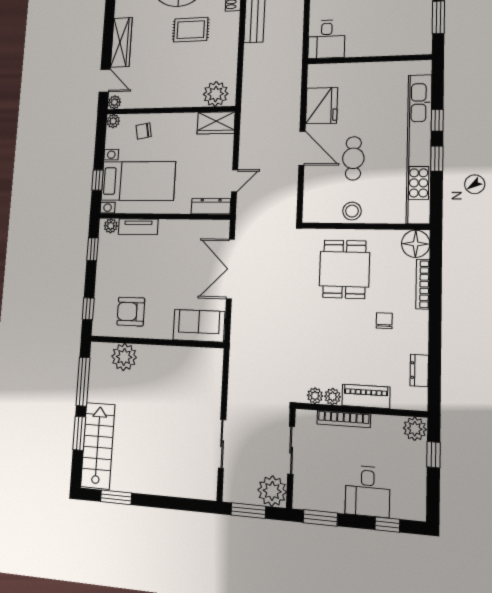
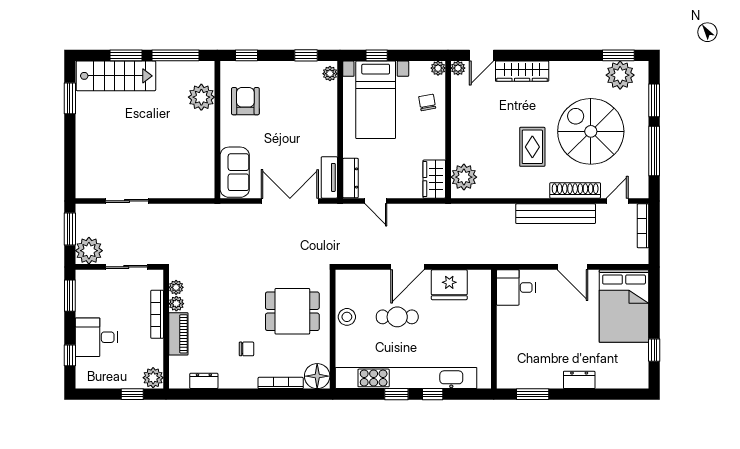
tv unit: (138, 227) -> (329, 177), moved

